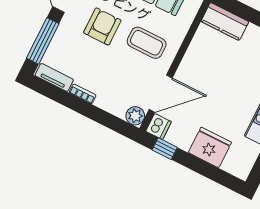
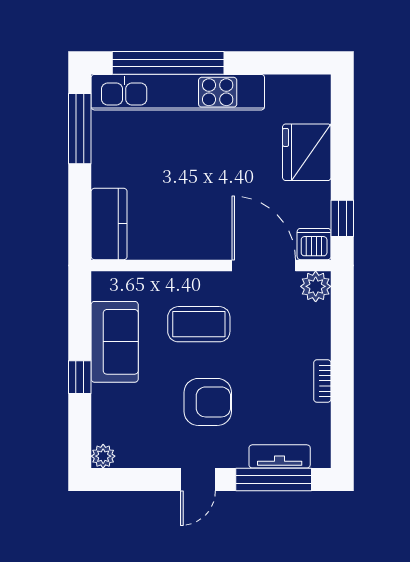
armchair: (102, 26) -> (208, 402), turned 180
coffee table: (147, 43) -> (199, 324), turned 90
tv unit: (54, 77) -> (280, 456), moved, turned 90

